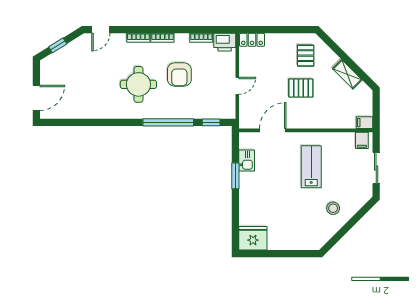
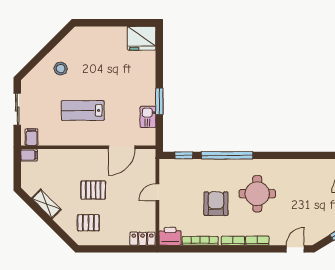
bookcase: (201, 38) -> (200, 241), width x1.56
pallet: (306, 56) -> (88, 223), turned 90
lab bench: (311, 167) -> (83, 110), turned 90

